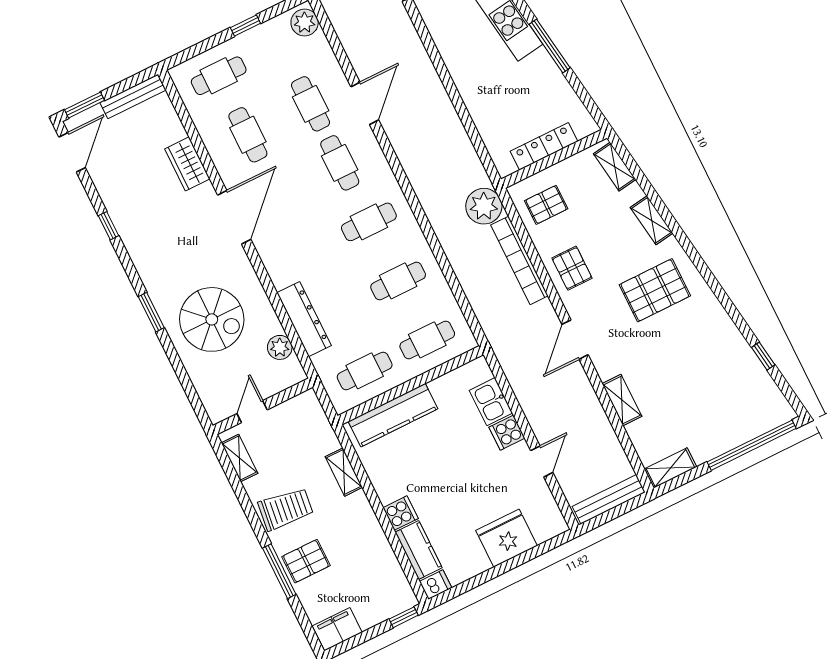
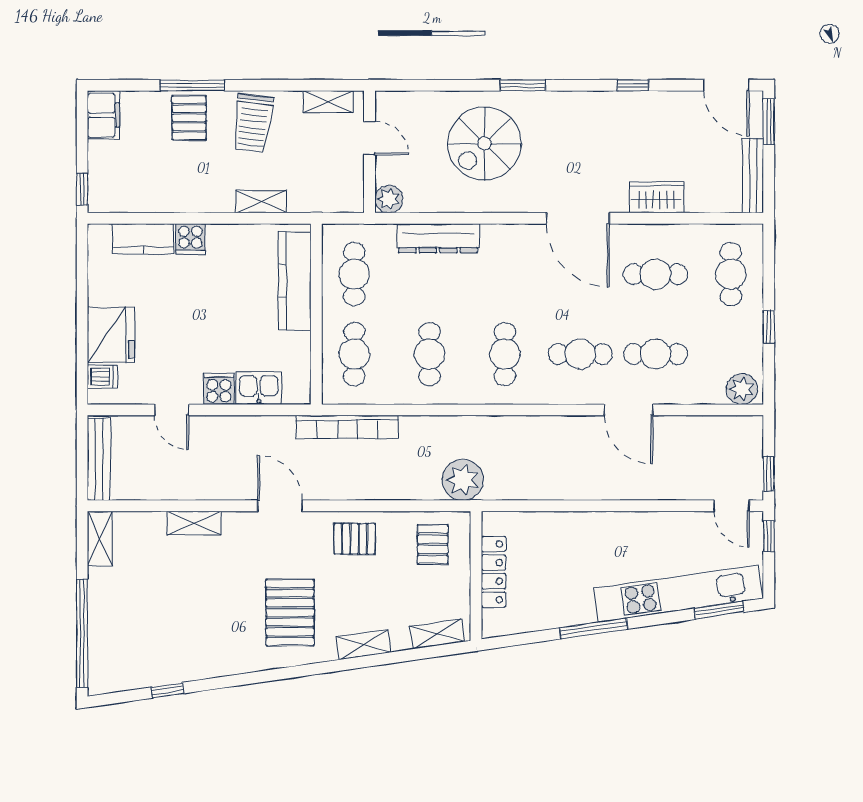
bookcase: (519, 260) -> (347, 427), moved, turned 180
plant: (280, 347) -> (389, 199), moved
dishwasher: (436, 585) -> (103, 376), moved, turned -90

